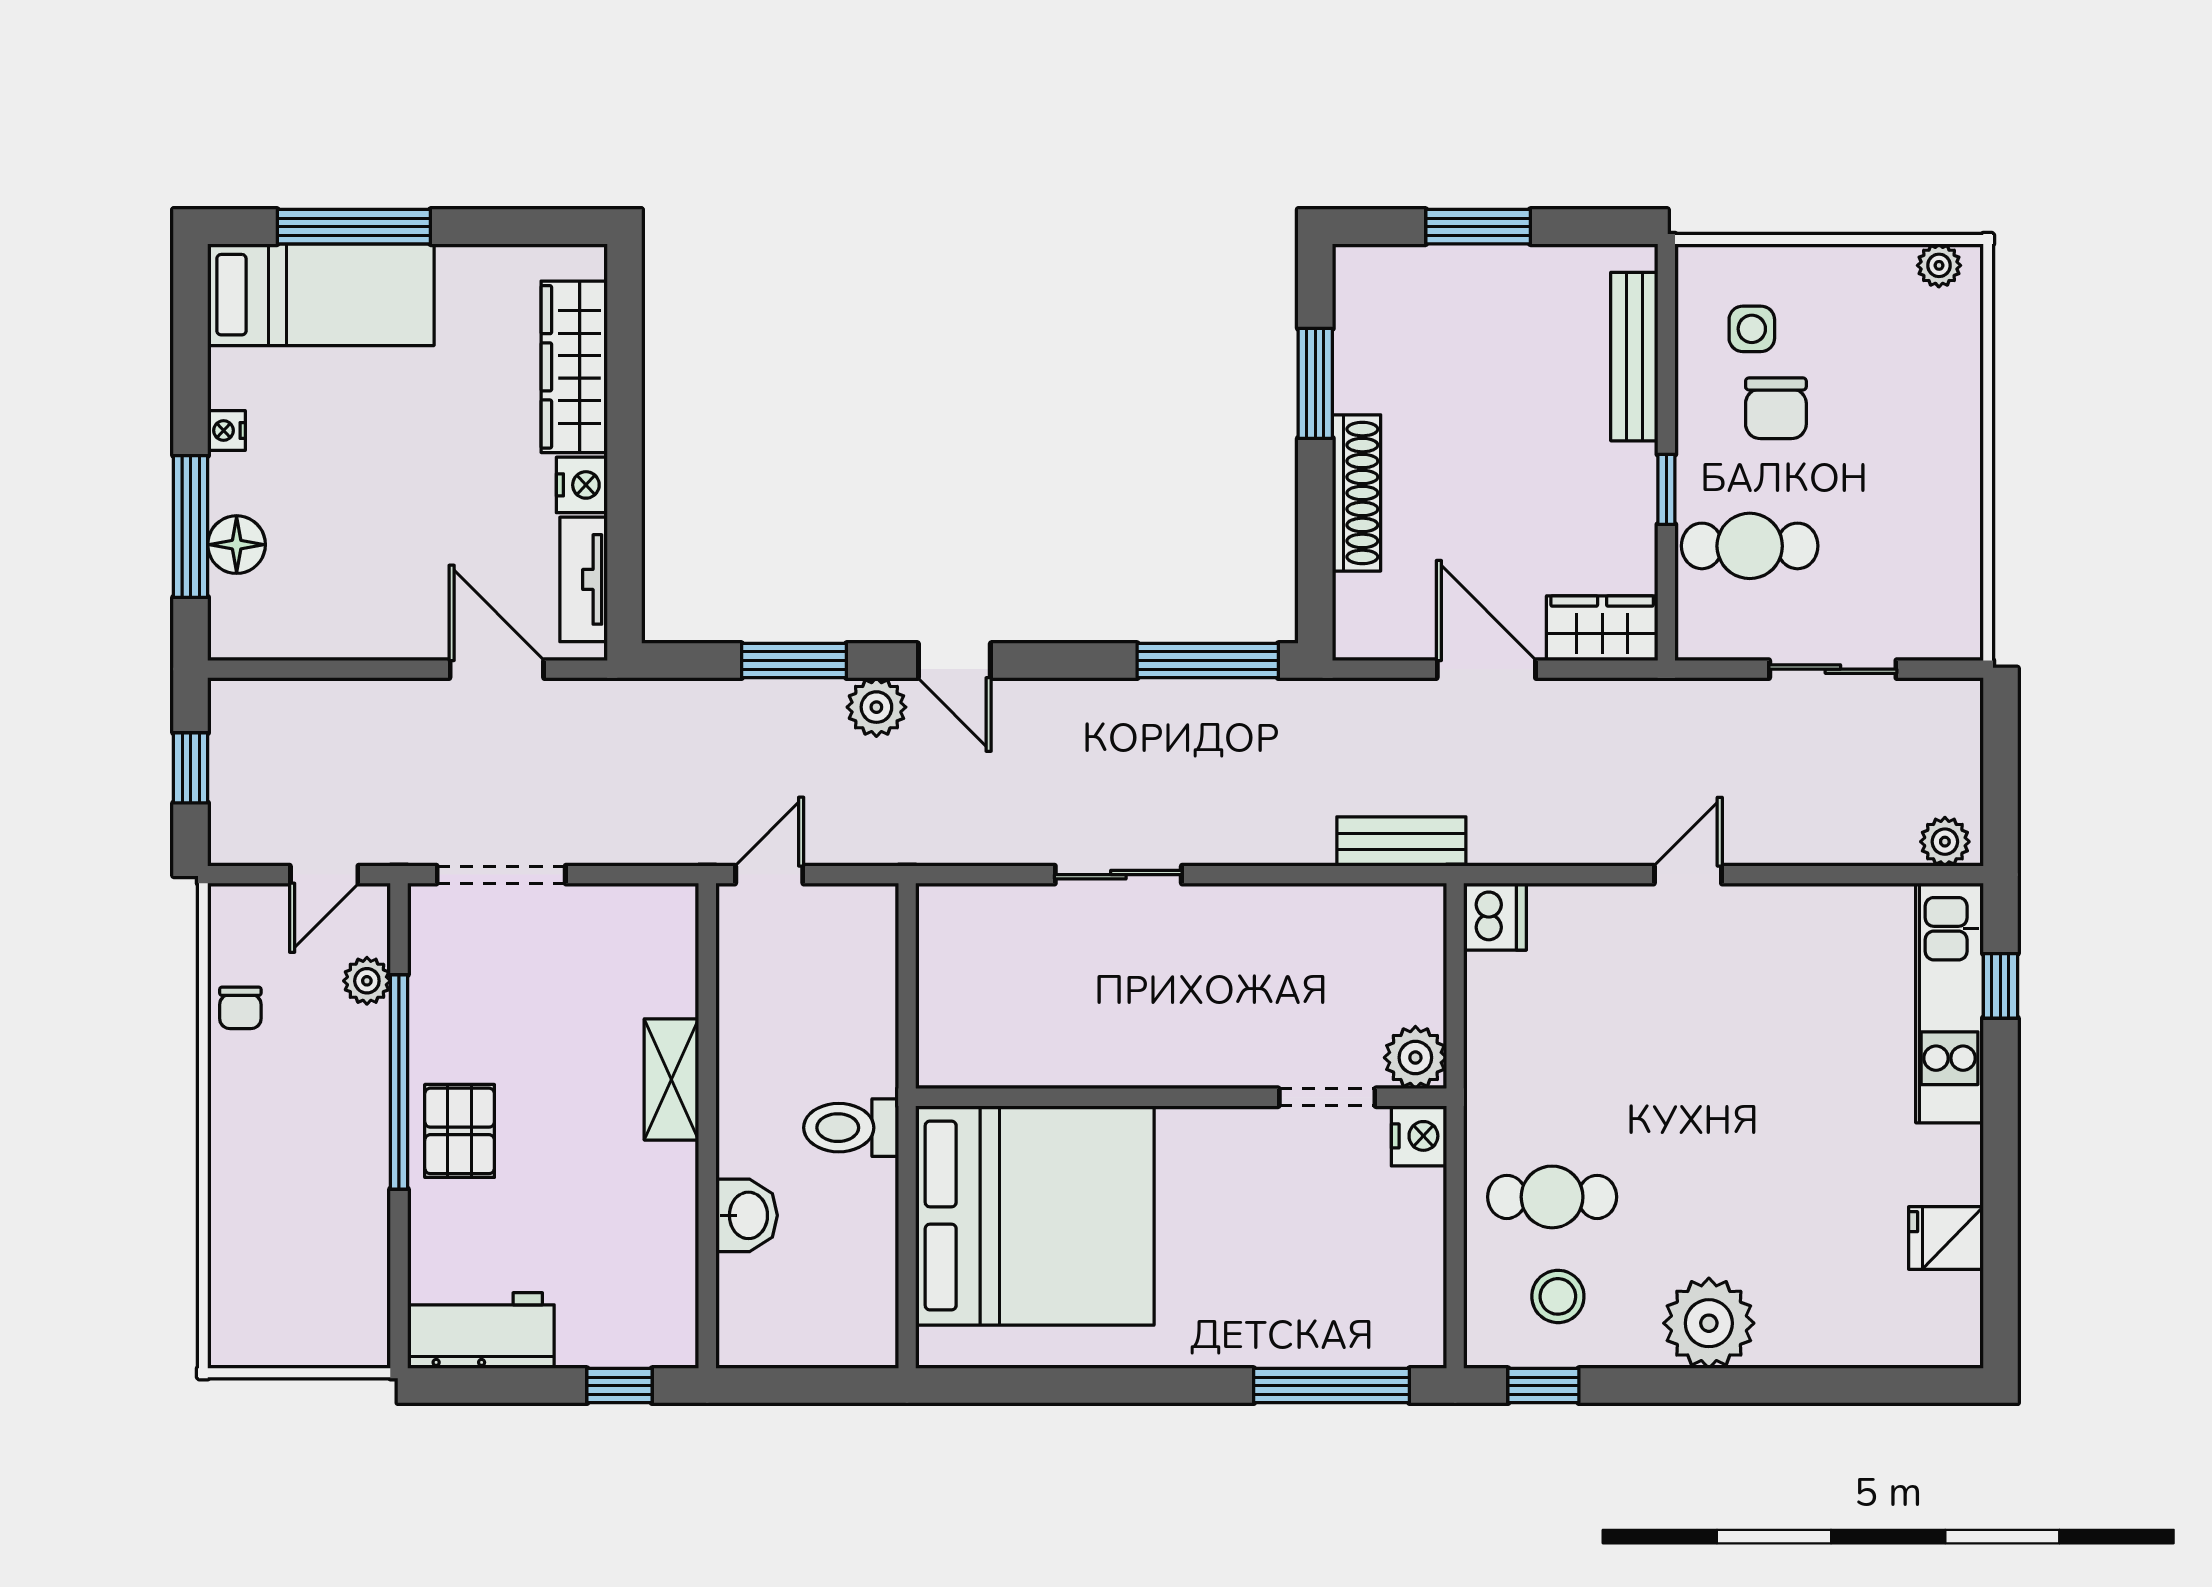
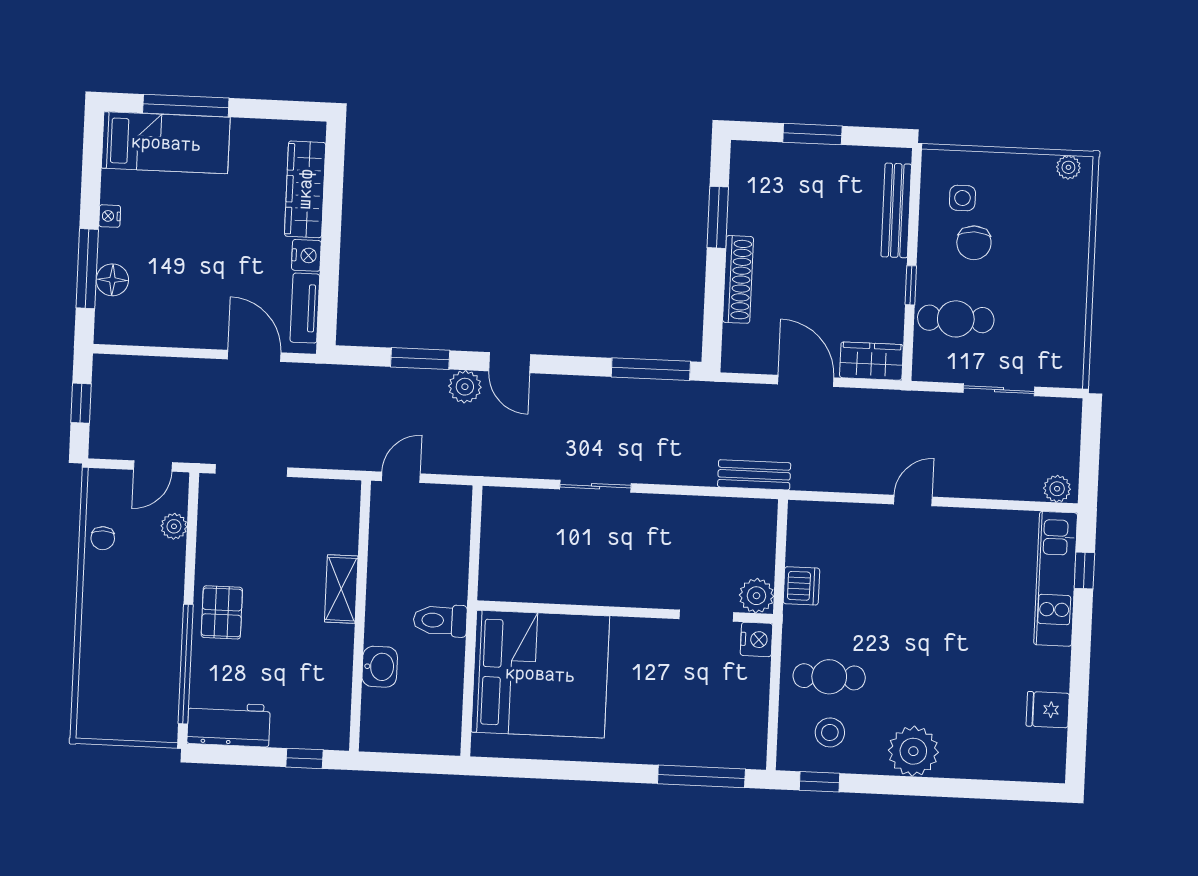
dishwasher: (1495, 917) -> (801, 586), moved
window: (399, 1082) -> (186, 664), moved

